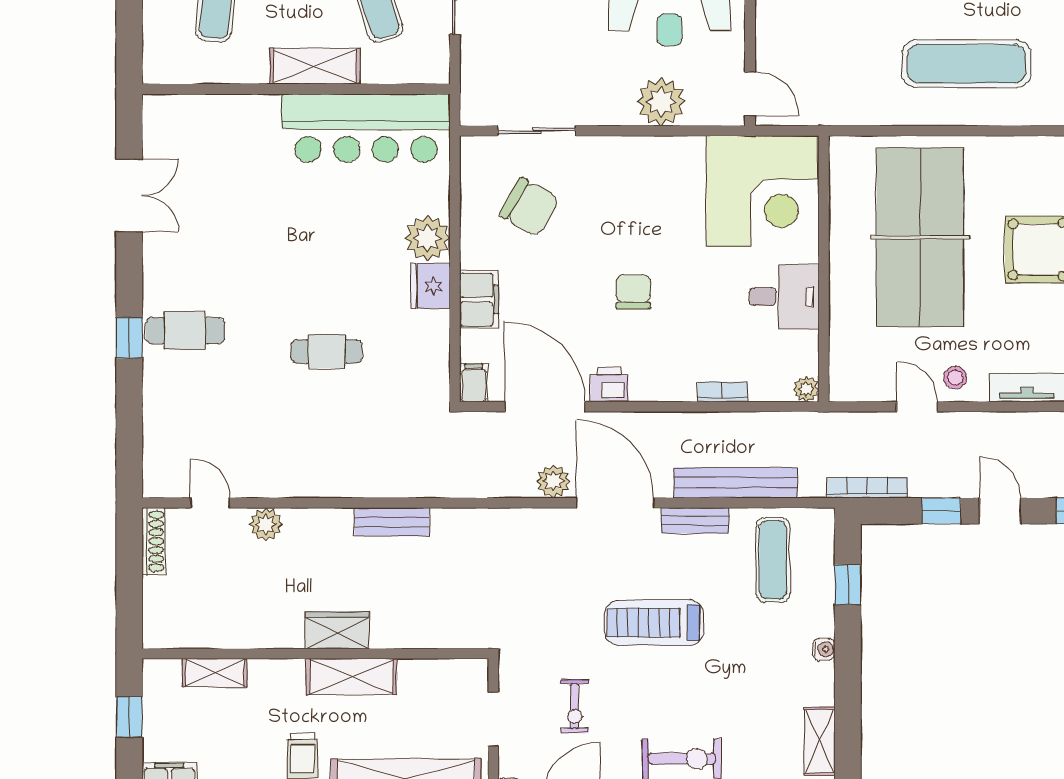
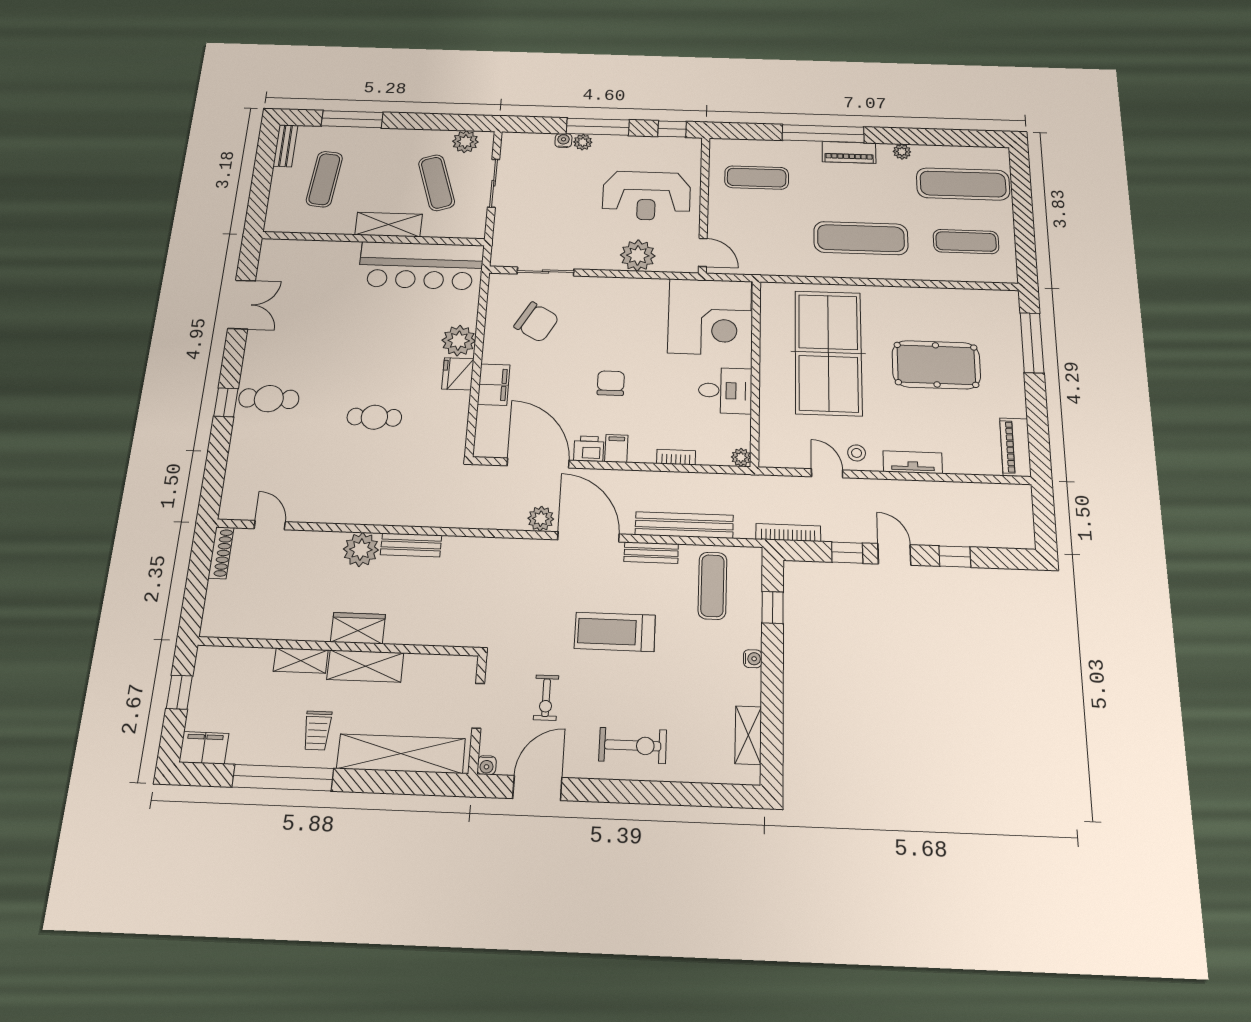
filing cabinet: (474, 383) -> (616, 448), moved
plant: (266, 524) -> (361, 550), moved, width x1.36, depth x1.36
shelving: (215, 673) -> (301, 661), moved

